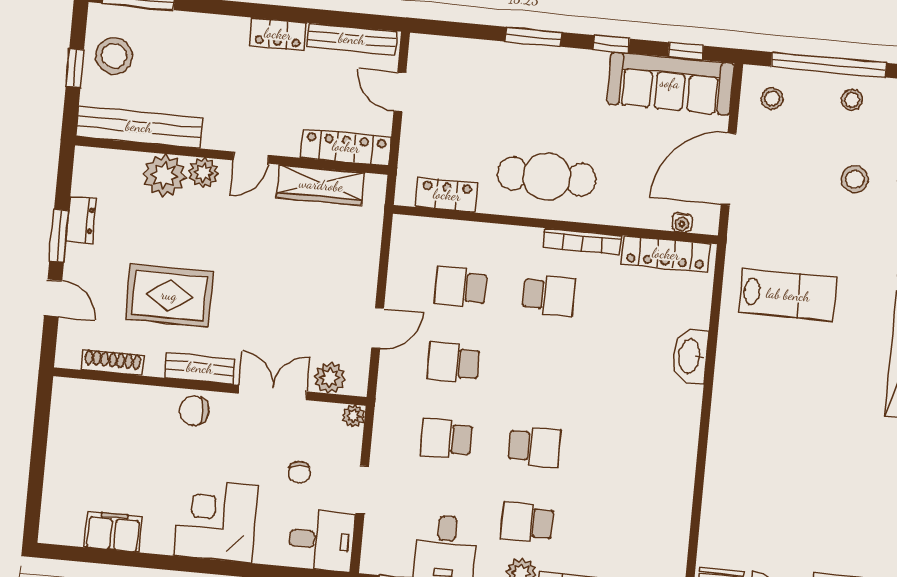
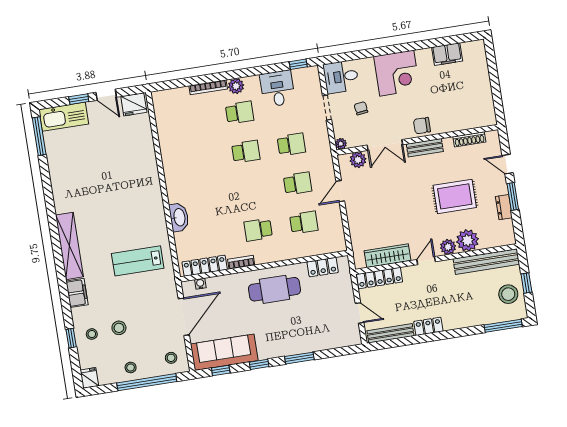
bookcase: (582, 242) -> (241, 262), width x0.64
rug: (169, 295) -> (455, 196), moved
chair: (194, 411) -> (422, 126), turned 180
school desk: (534, 447) -> (246, 152), turned 180

